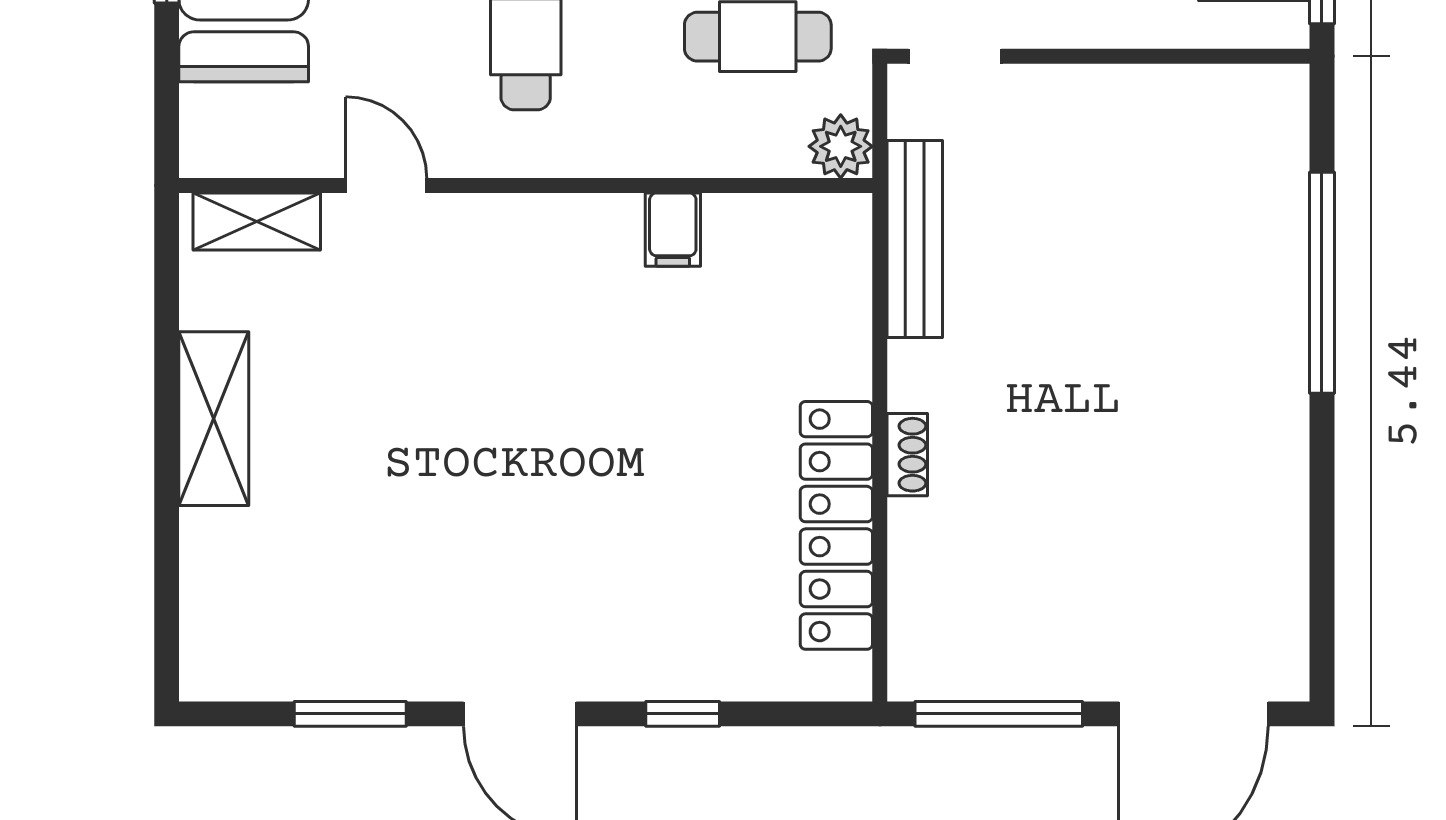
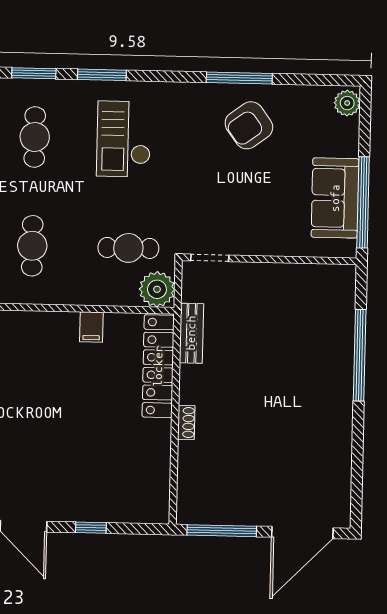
plant: (841, 146) -> (157, 289), width x1.36, depth x1.36
bench: (915, 239) -> (191, 333), width x0.73
locker: (836, 525) -> (158, 366), moved

